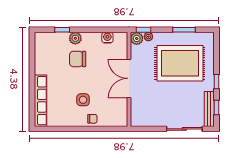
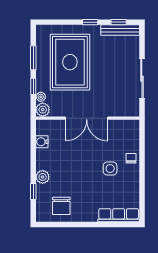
window: (143, 30) -> (33, 86), moved
chair: (78, 59) -> (61, 206), moved
row of seats: (40, 101) -> (119, 215), width x0.73
sliding door: (184, 129) -> (142, 79), moved

